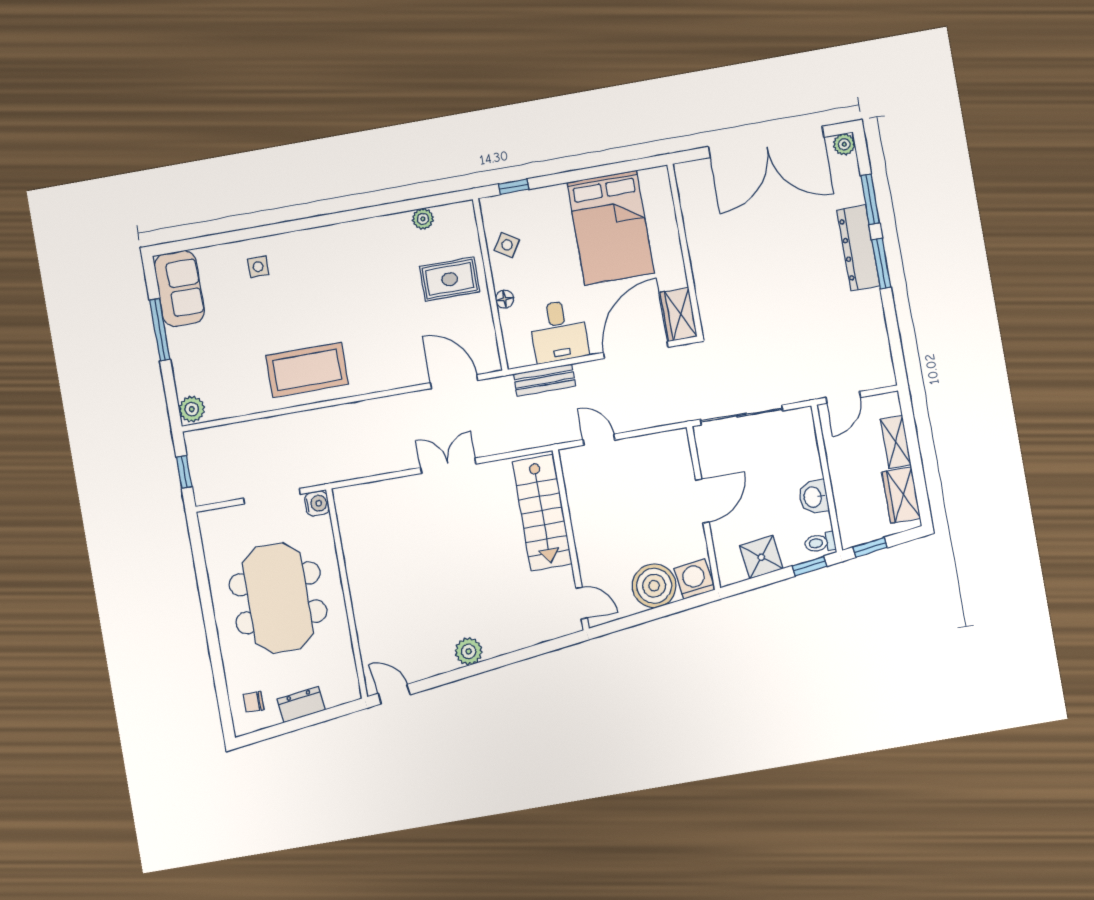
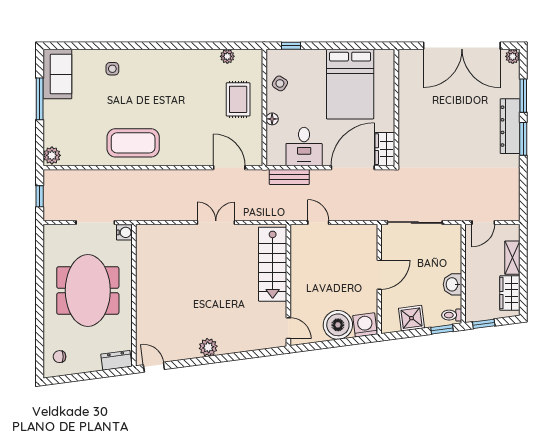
rug: (450, 279) -> (238, 99), turned 90
dresser: (301, 705) -> (116, 360), moved

